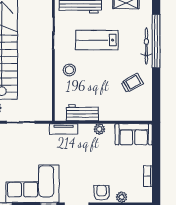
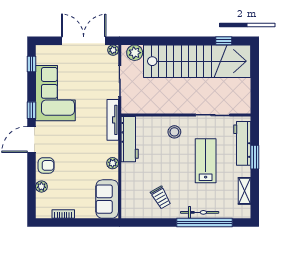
workbench: (82, 113) -> (130, 139), width x1.38
tv unit: (64, 129) -> (113, 120), width x1.41

